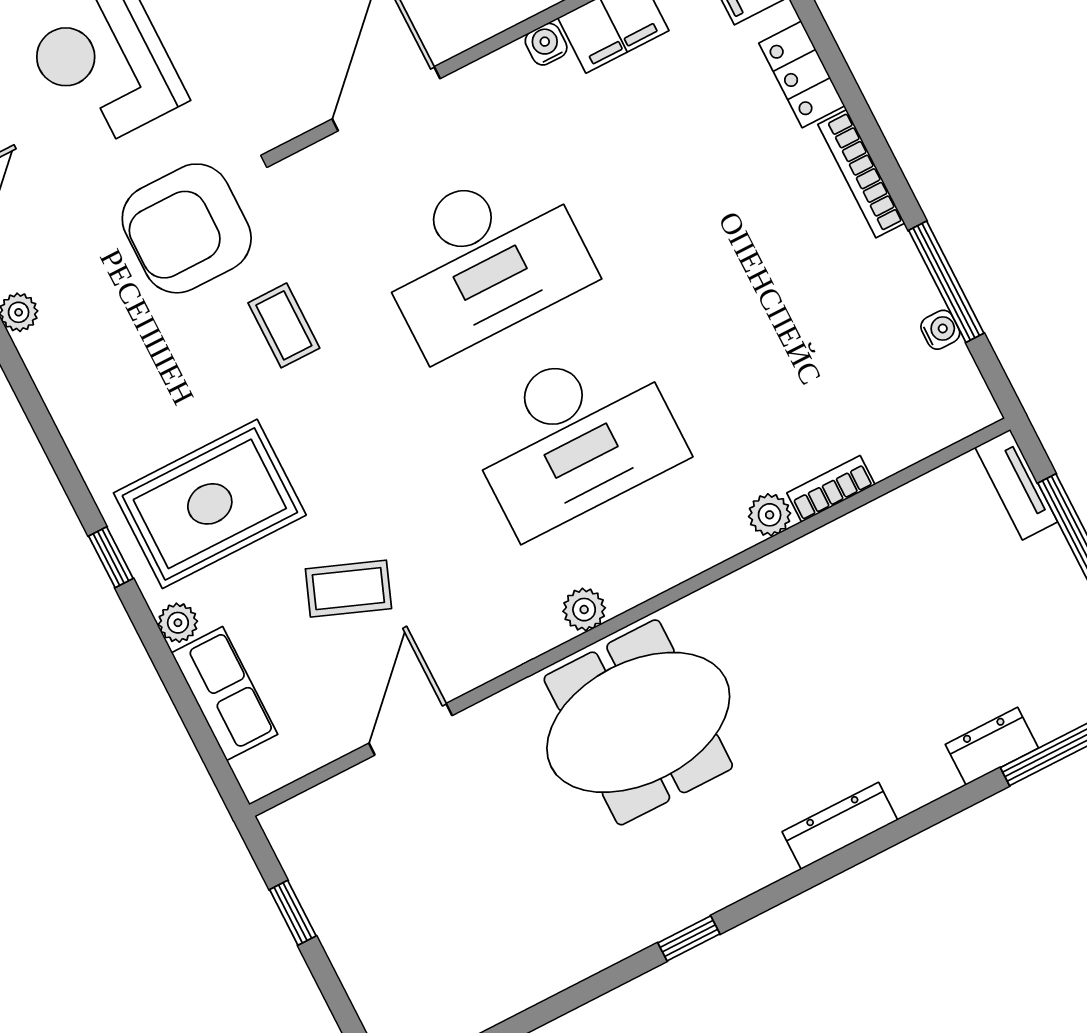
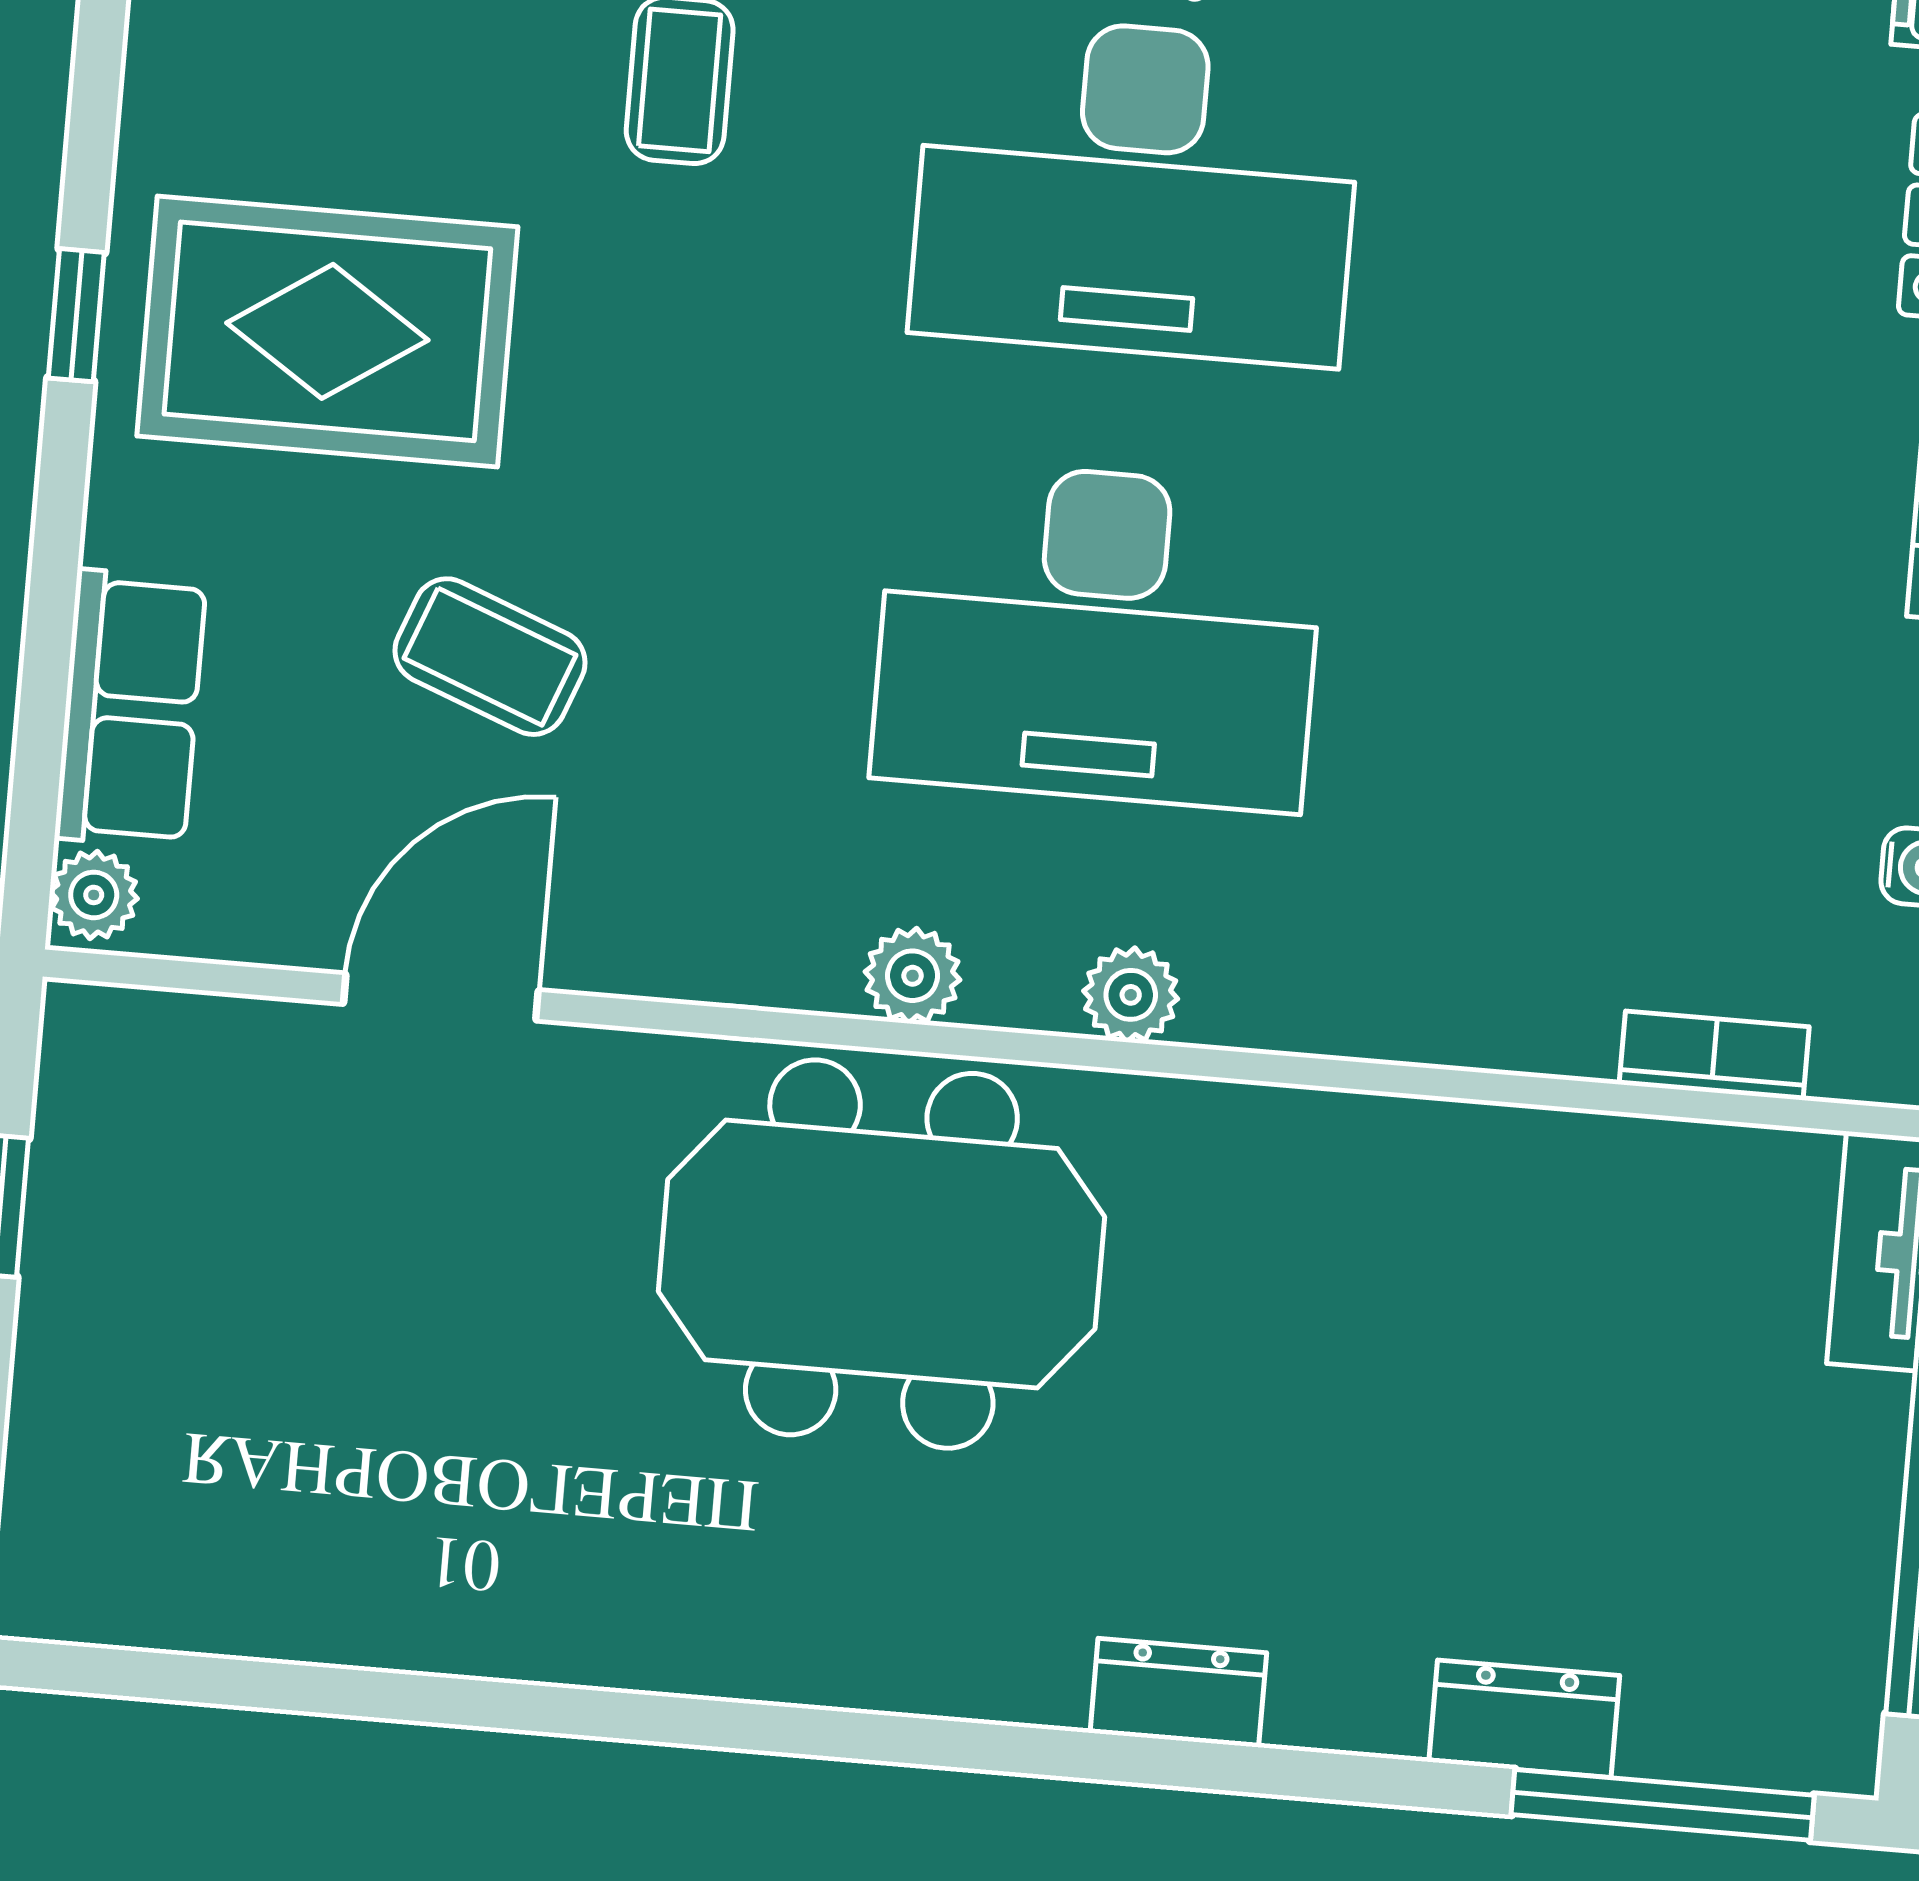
bookcase: (831, 489) -> (1714, 1056), moved
plant: (770, 515) -> (1131, 995), moved
plant: (178, 623) -> (94, 895), moved
dresser: (840, 826) -> (1178, 1693), width x0.70
window: (689, 938) -> (721, 1724), removed

